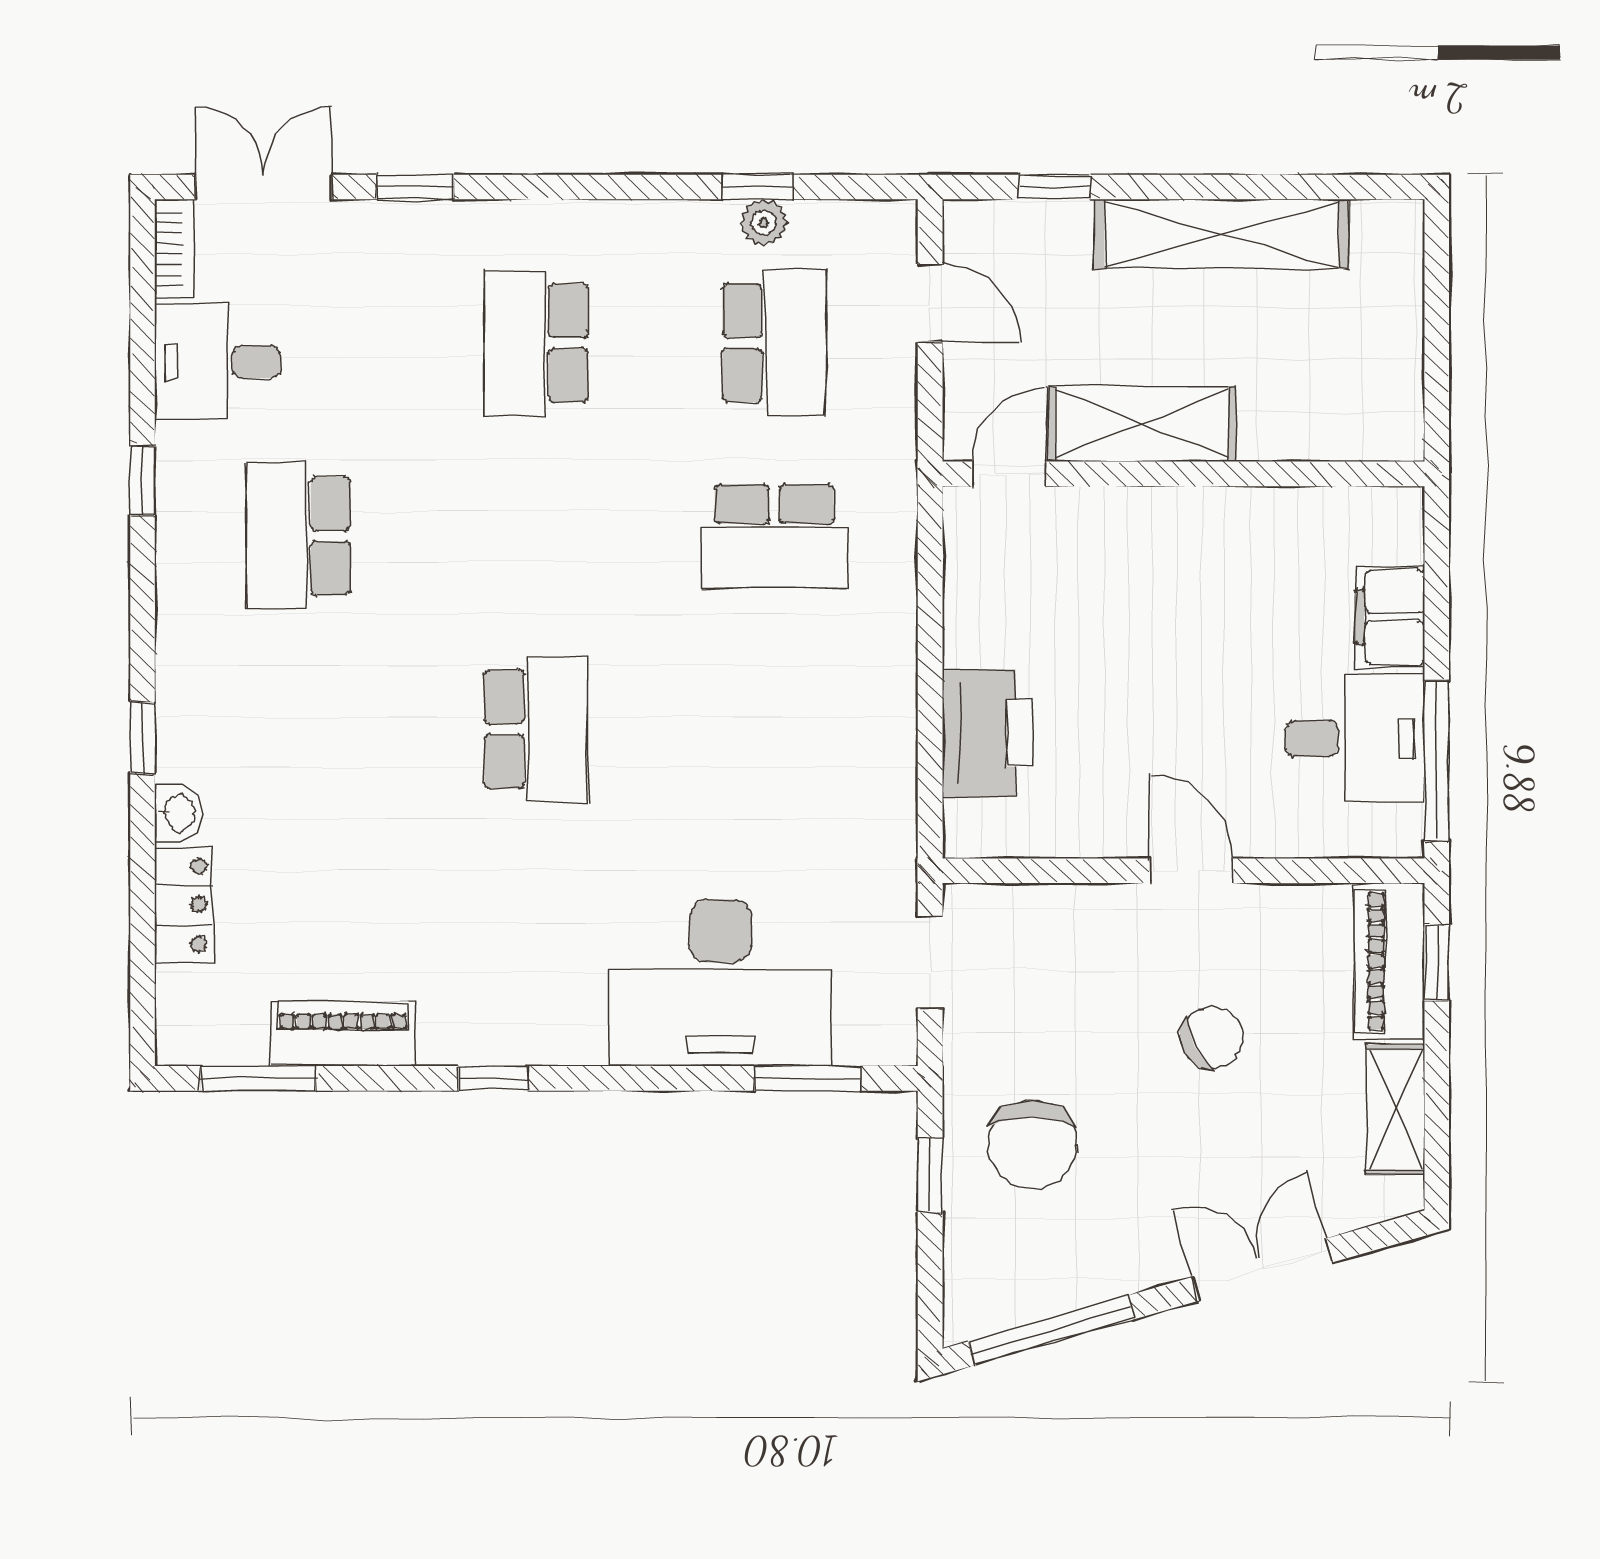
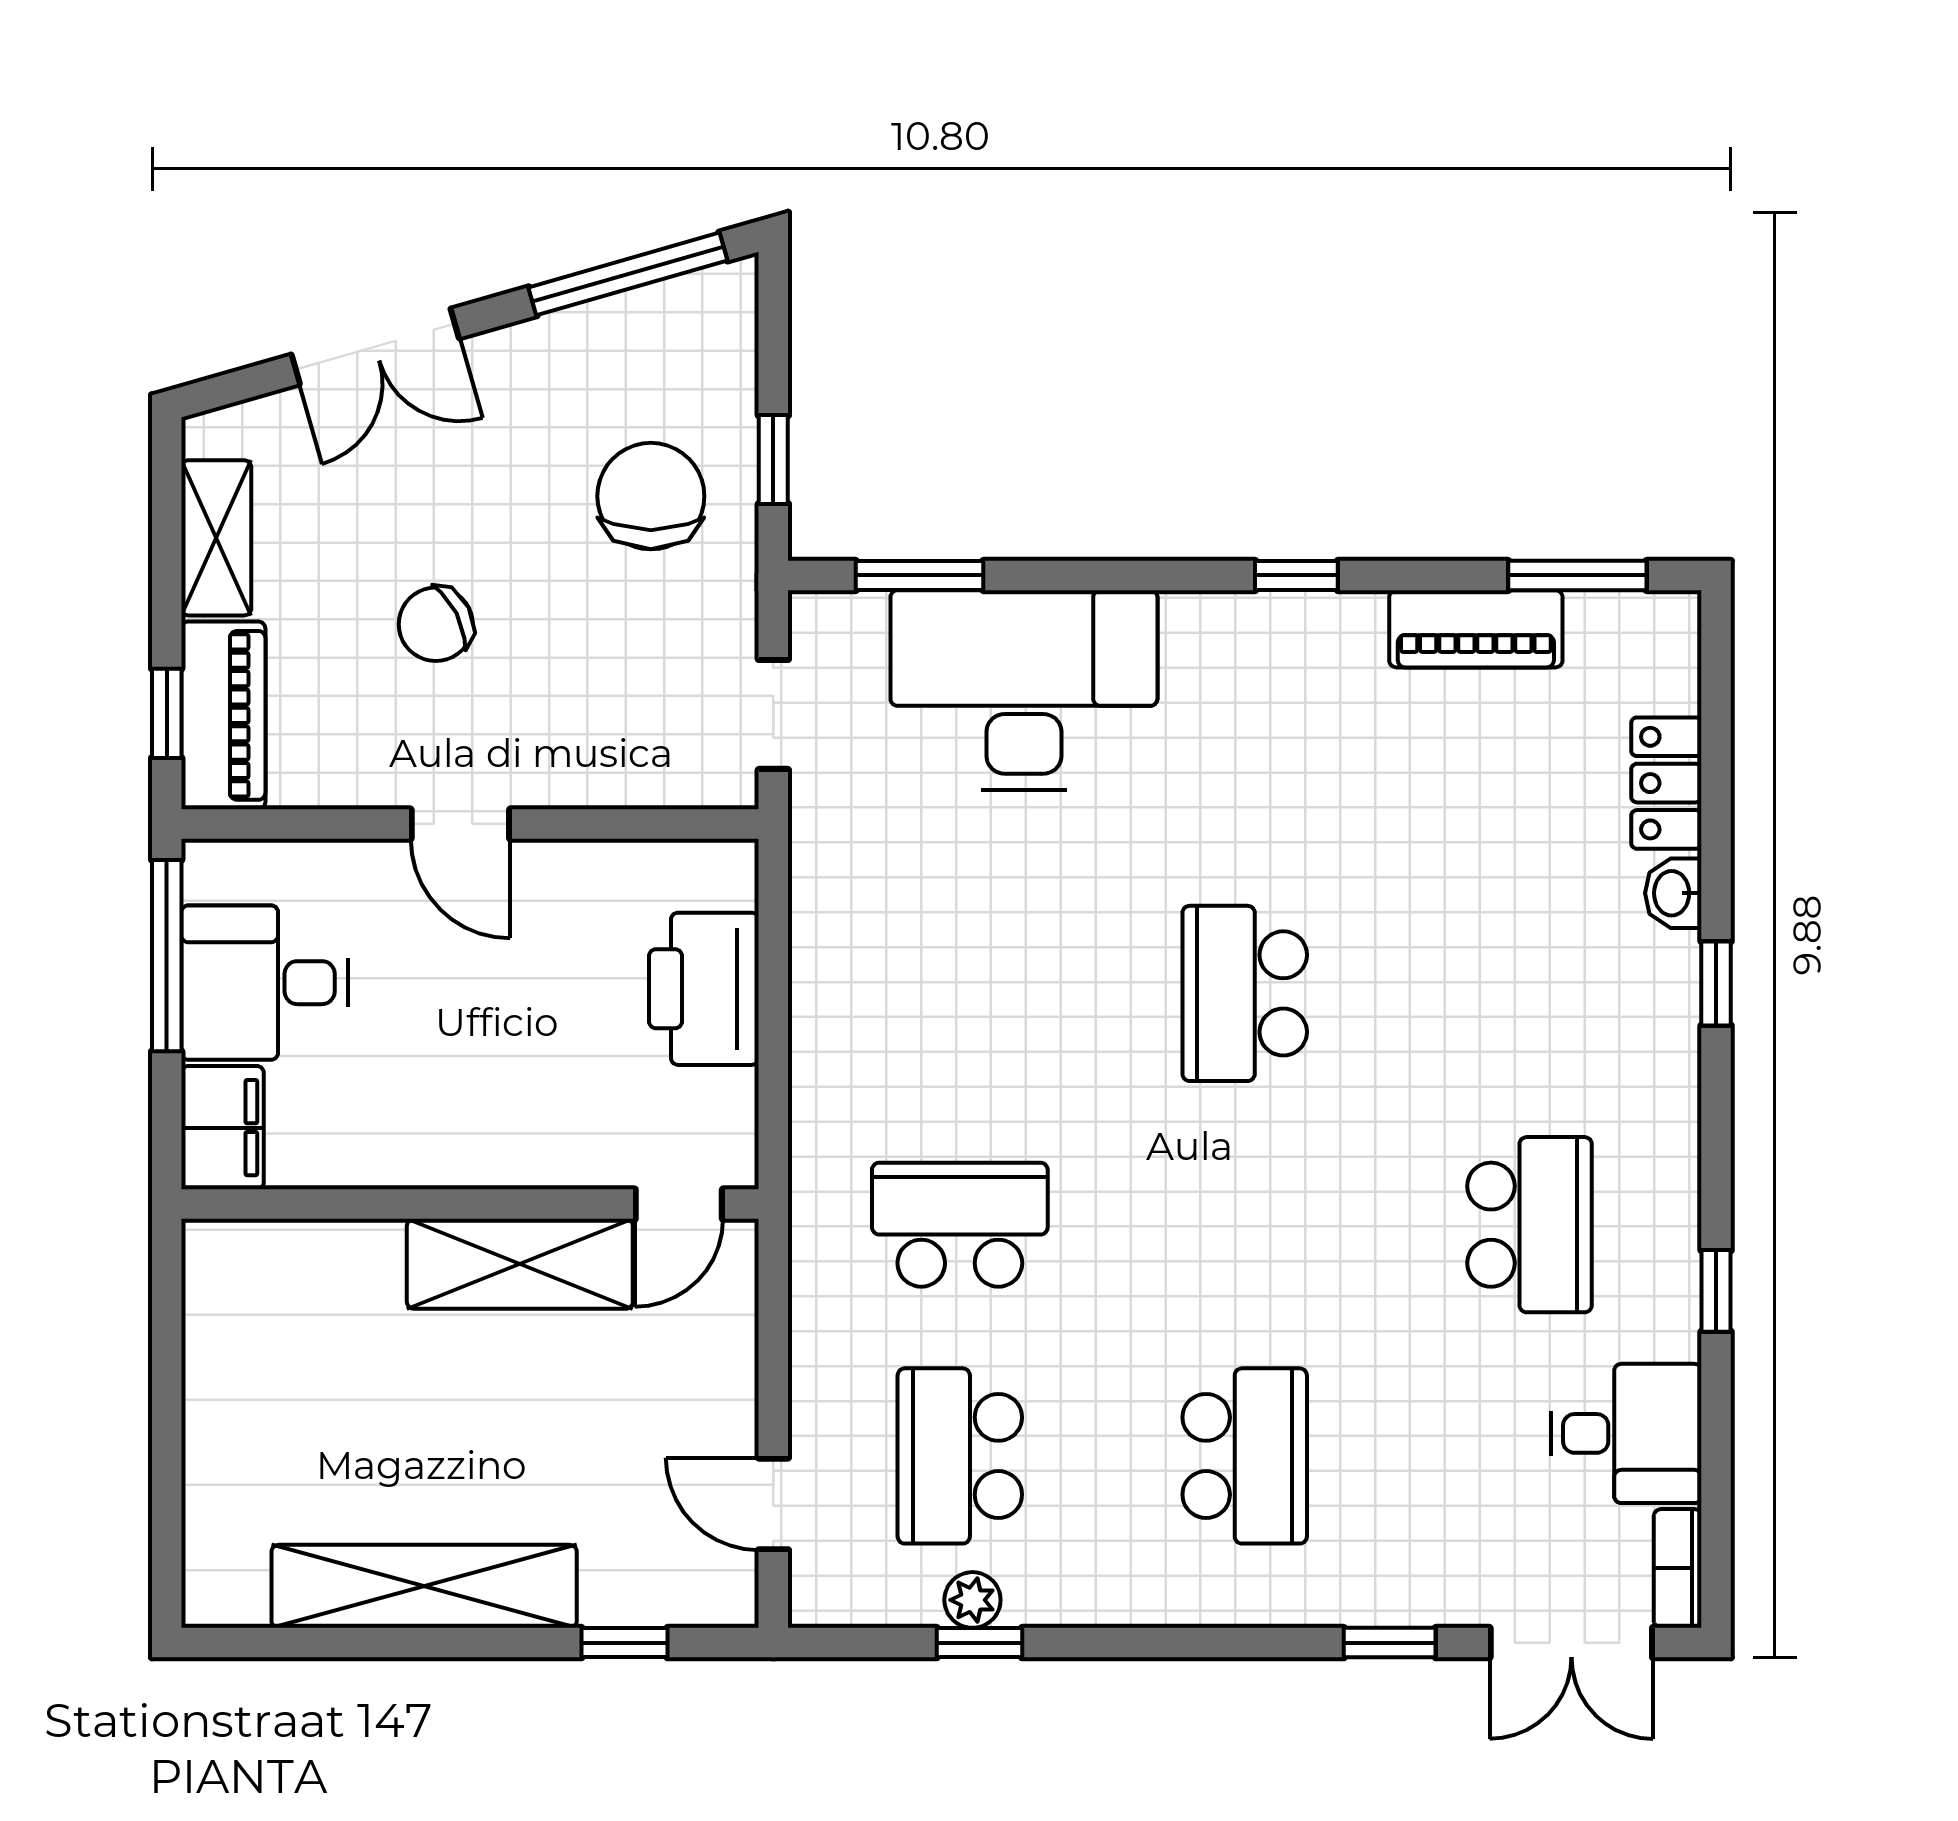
shelving: (1142, 424) -> (520, 1264), moved
door: (1009, 474) -> (679, 1204), moved
wall: (1183, 474) -> (470, 1204), moved

